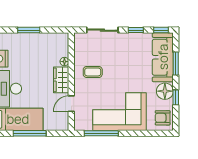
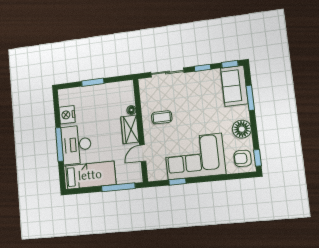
sofa: (163, 57) -> (234, 86), width x0.73
window: (176, 97) -> (258, 158), moved
window: (30, 133) -> (118, 187), moved
window: (101, 133) -> (177, 182), width x0.46

